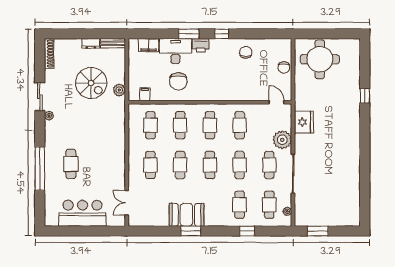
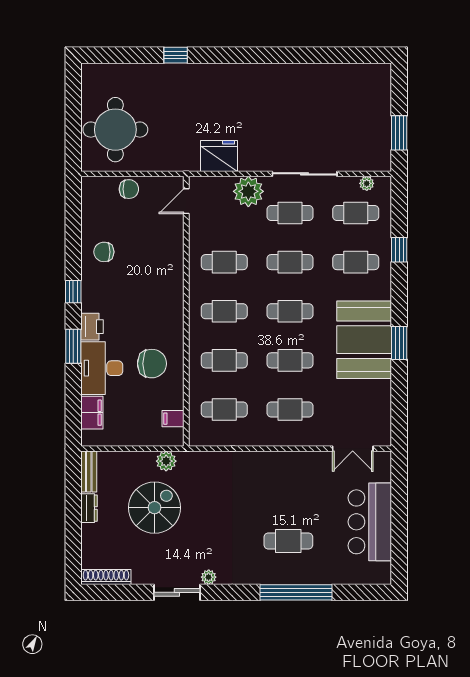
booth: (186, 215) -> (364, 340), width x1.36, depth x1.42

